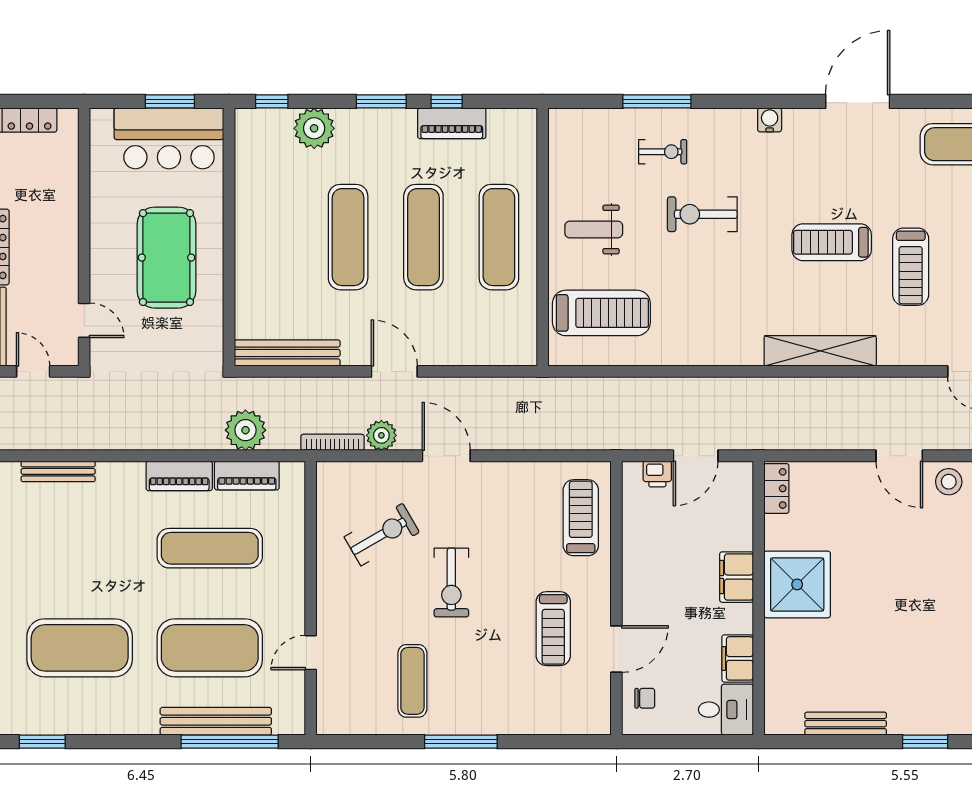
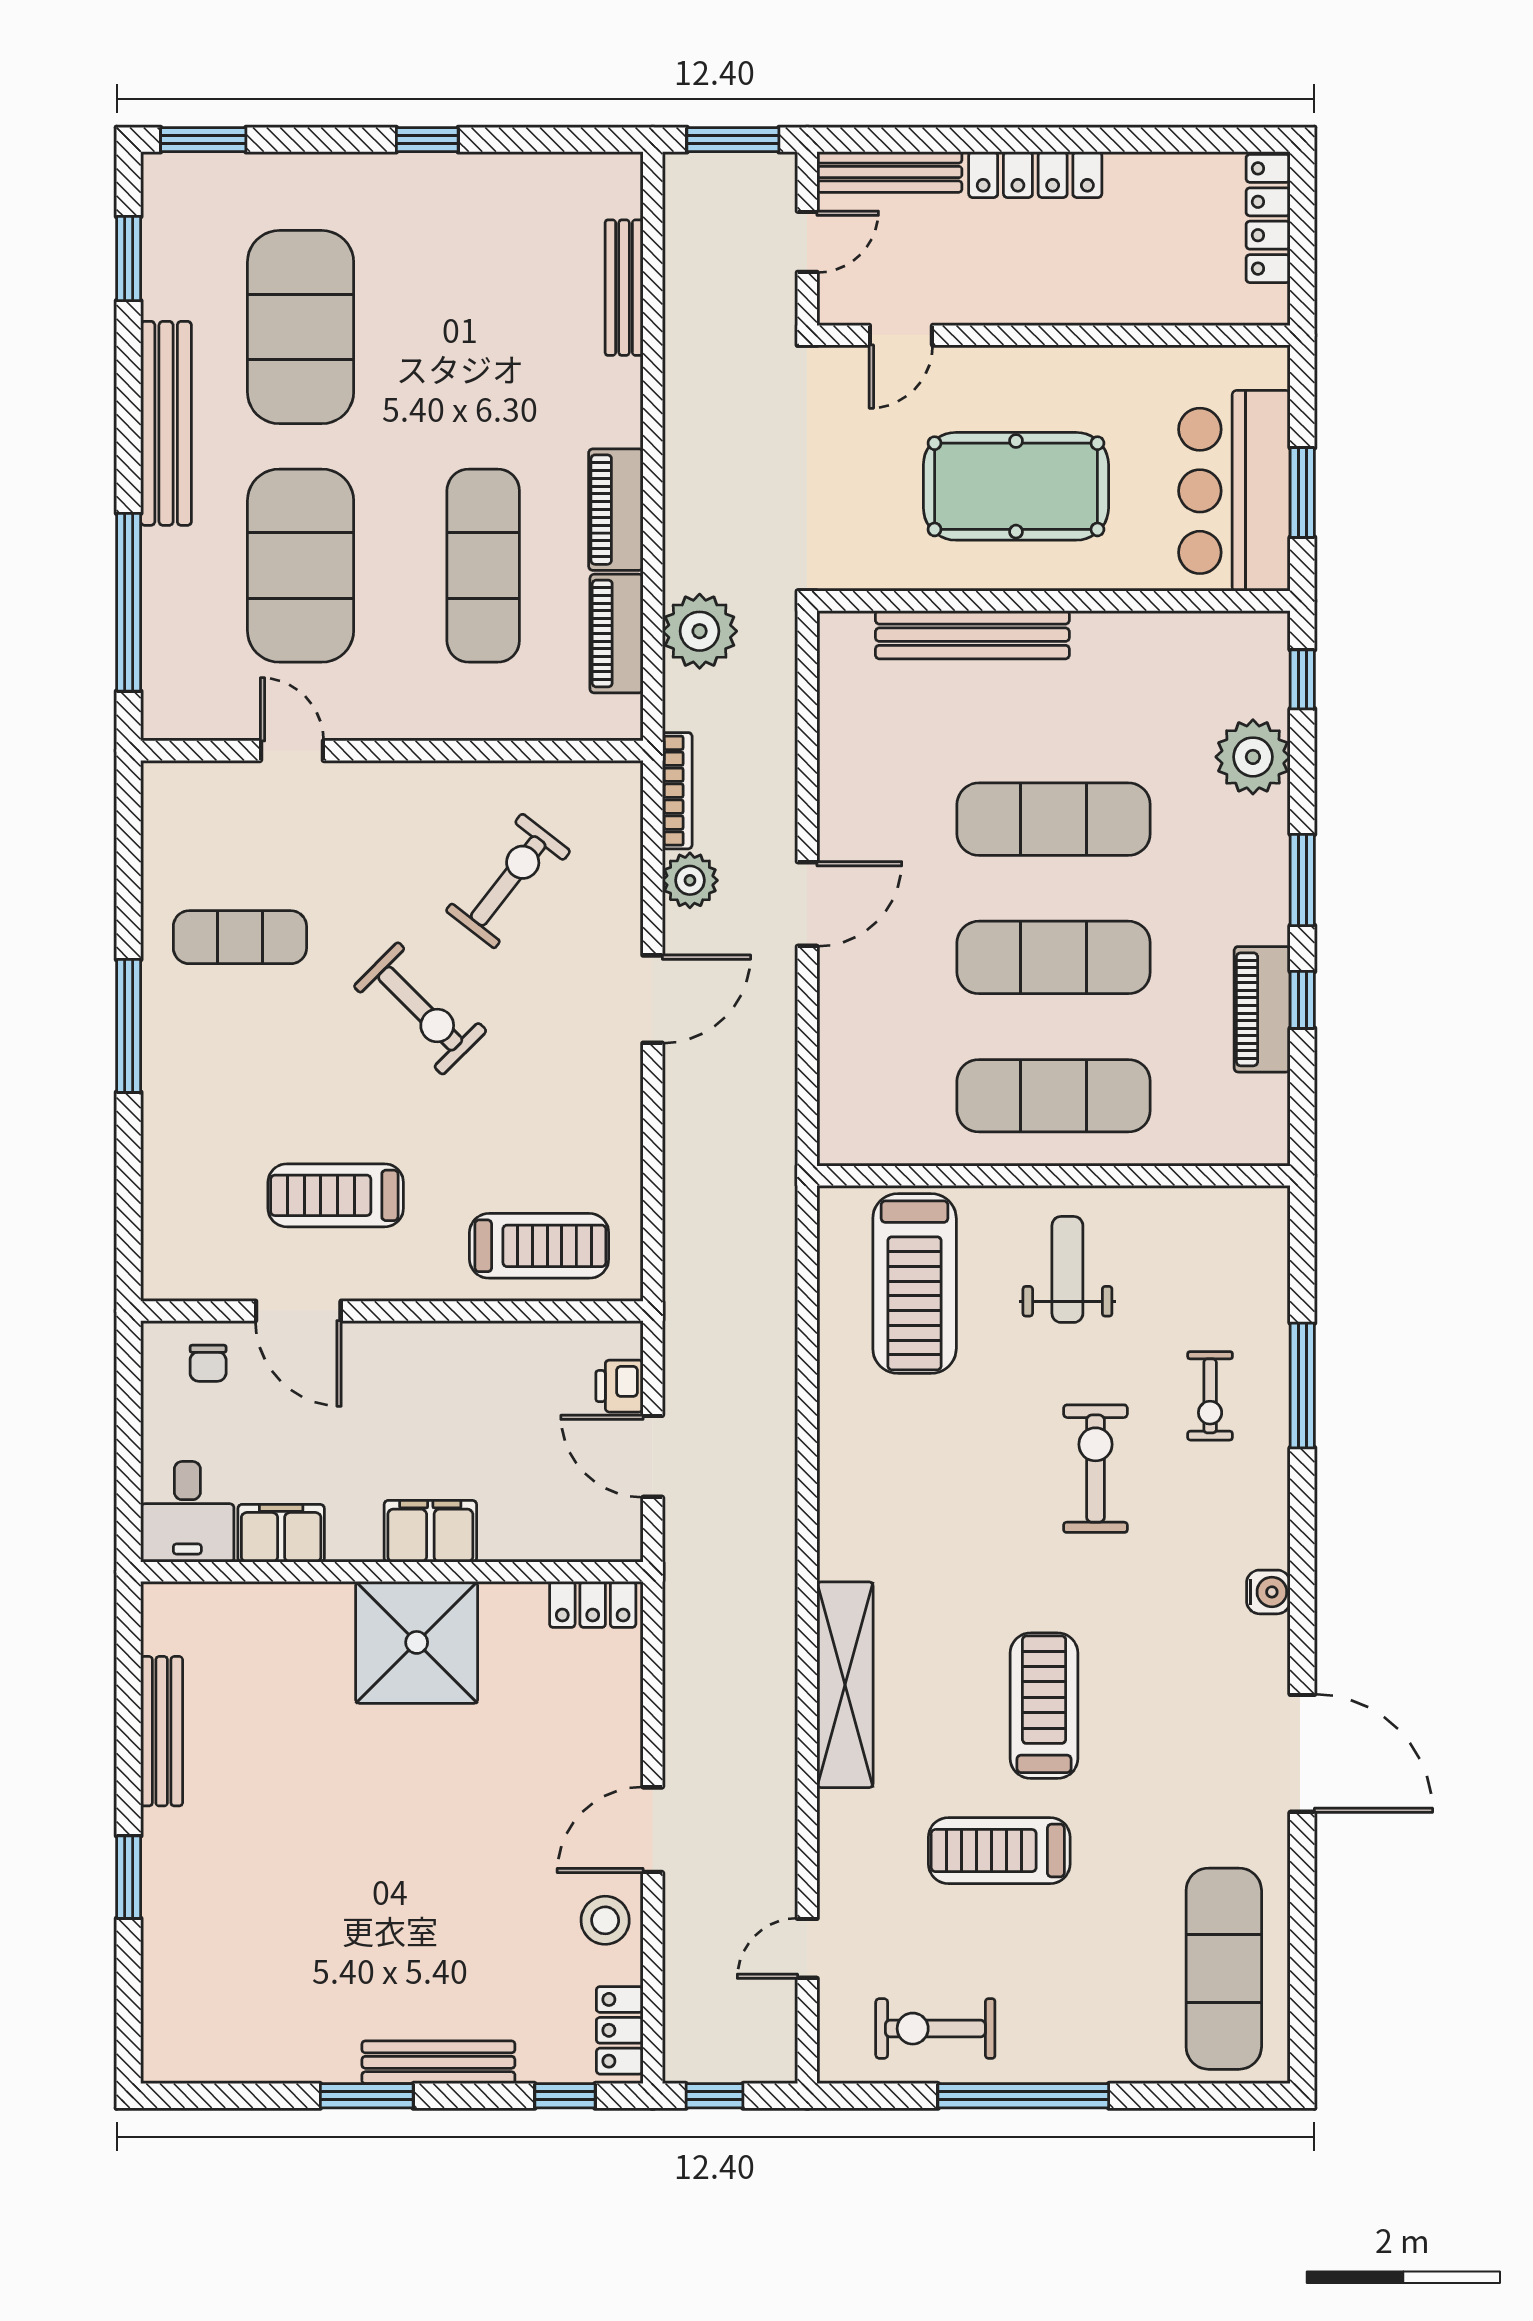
bench: (287, 353) -> (972, 635), moved, turned 90
exercise bike: (382, 535) -> (508, 881), turned -112
exercise bike: (451, 583) -> (420, 1009), turned -135
bench: (216, 721) -> (166, 423), moved

